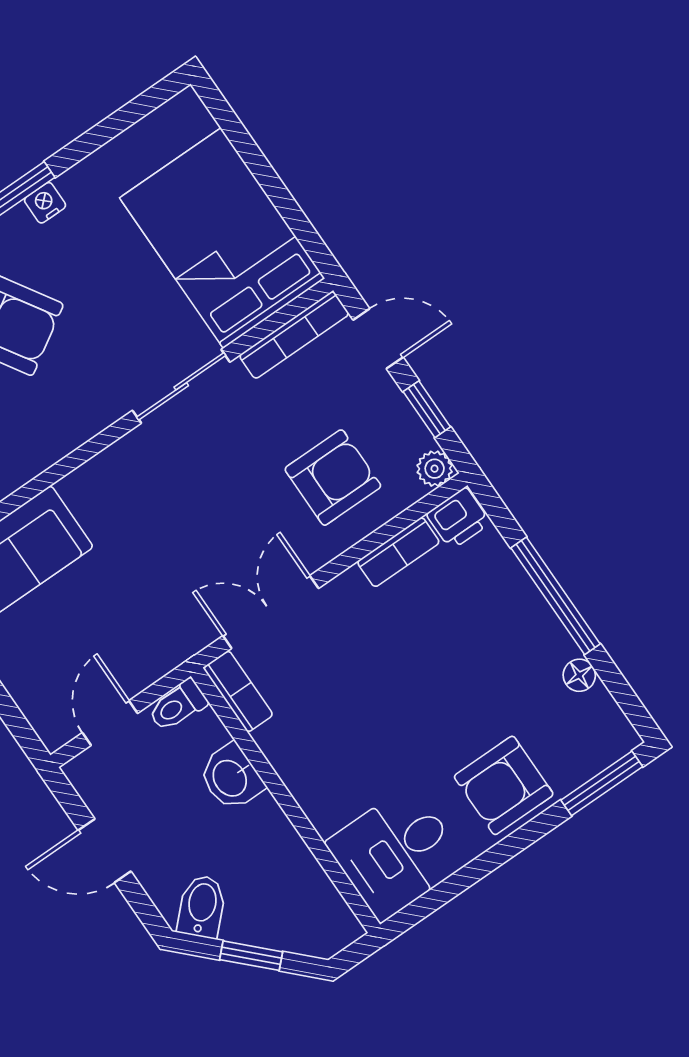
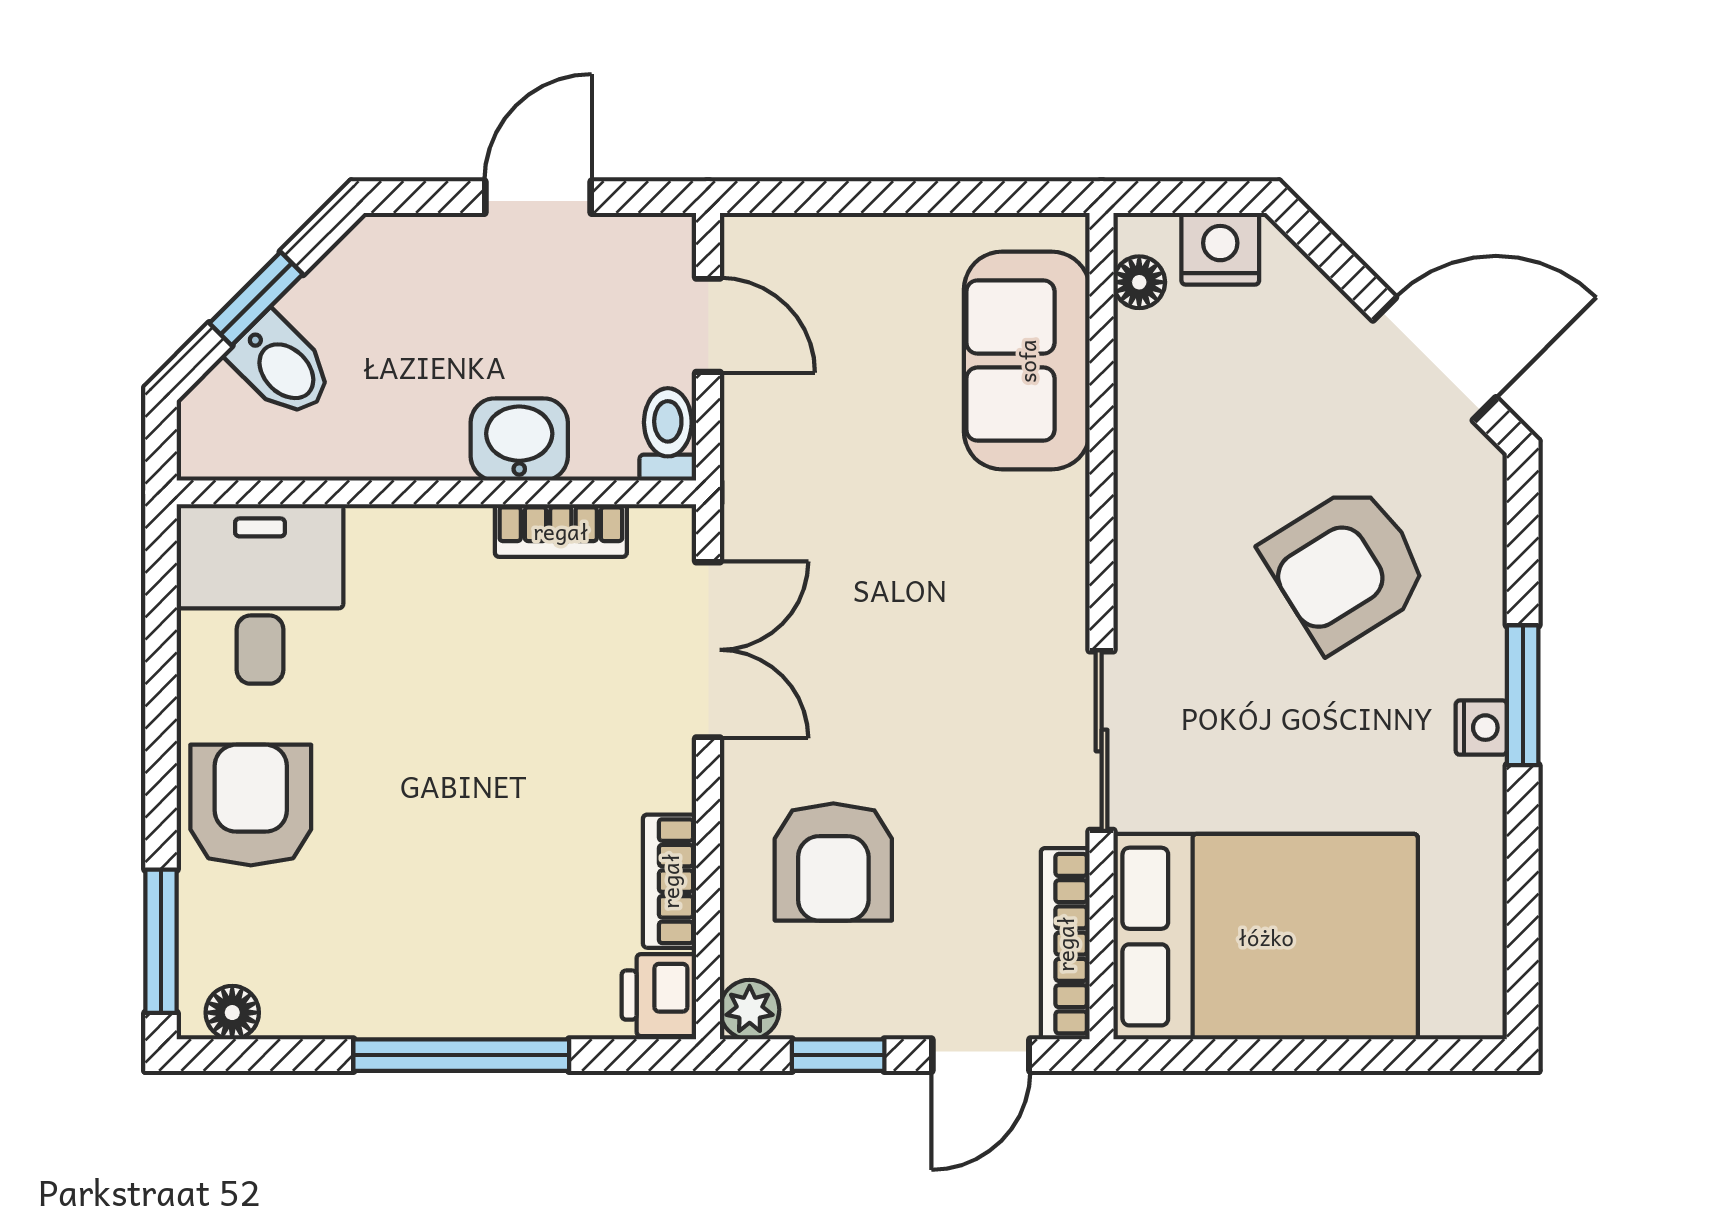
floor lamp: (579, 675) -> (232, 1013), moved
bookcase: (238, 691) -> (561, 531), moved
bidet: (202, 906) -> (281, 366), moved

